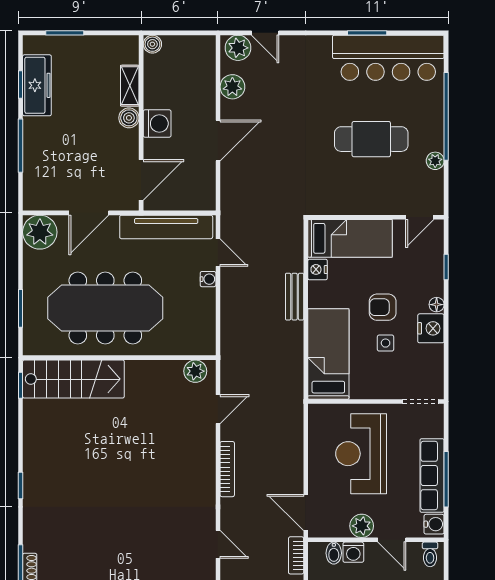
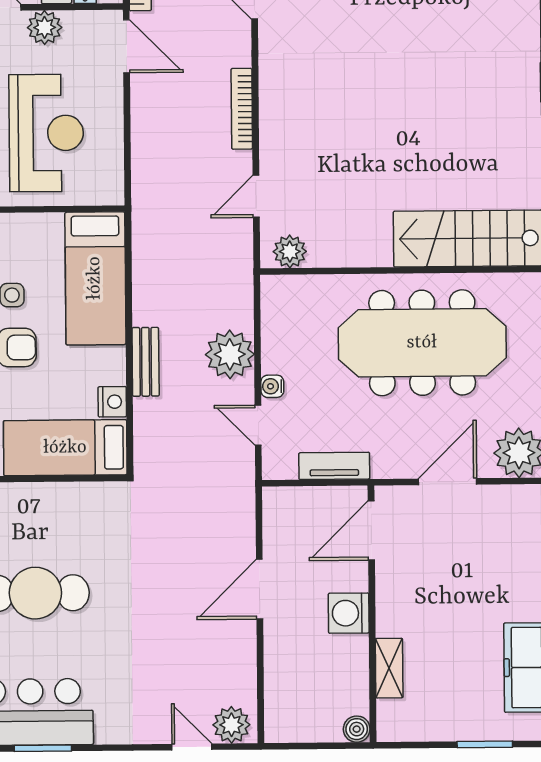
plant: (232, 87) -> (230, 354), moved, width x1.36, depth x1.36
boiler: (129, 118) -> (390, 621), removed
tv unit: (166, 227) -> (334, 466), width x0.52, depth x0.78

